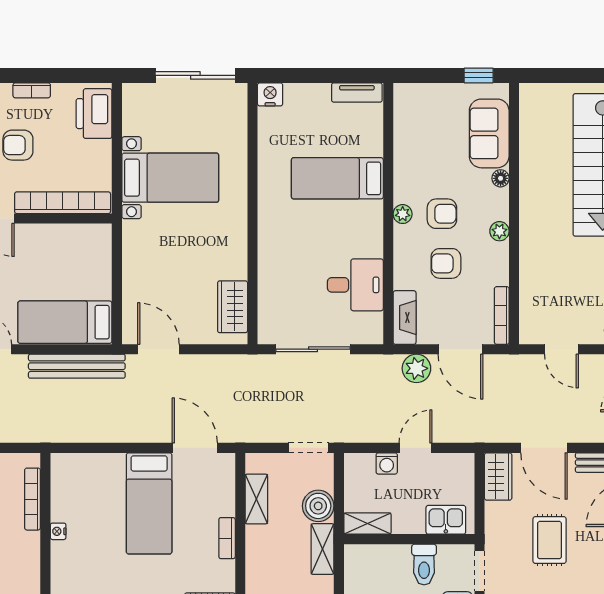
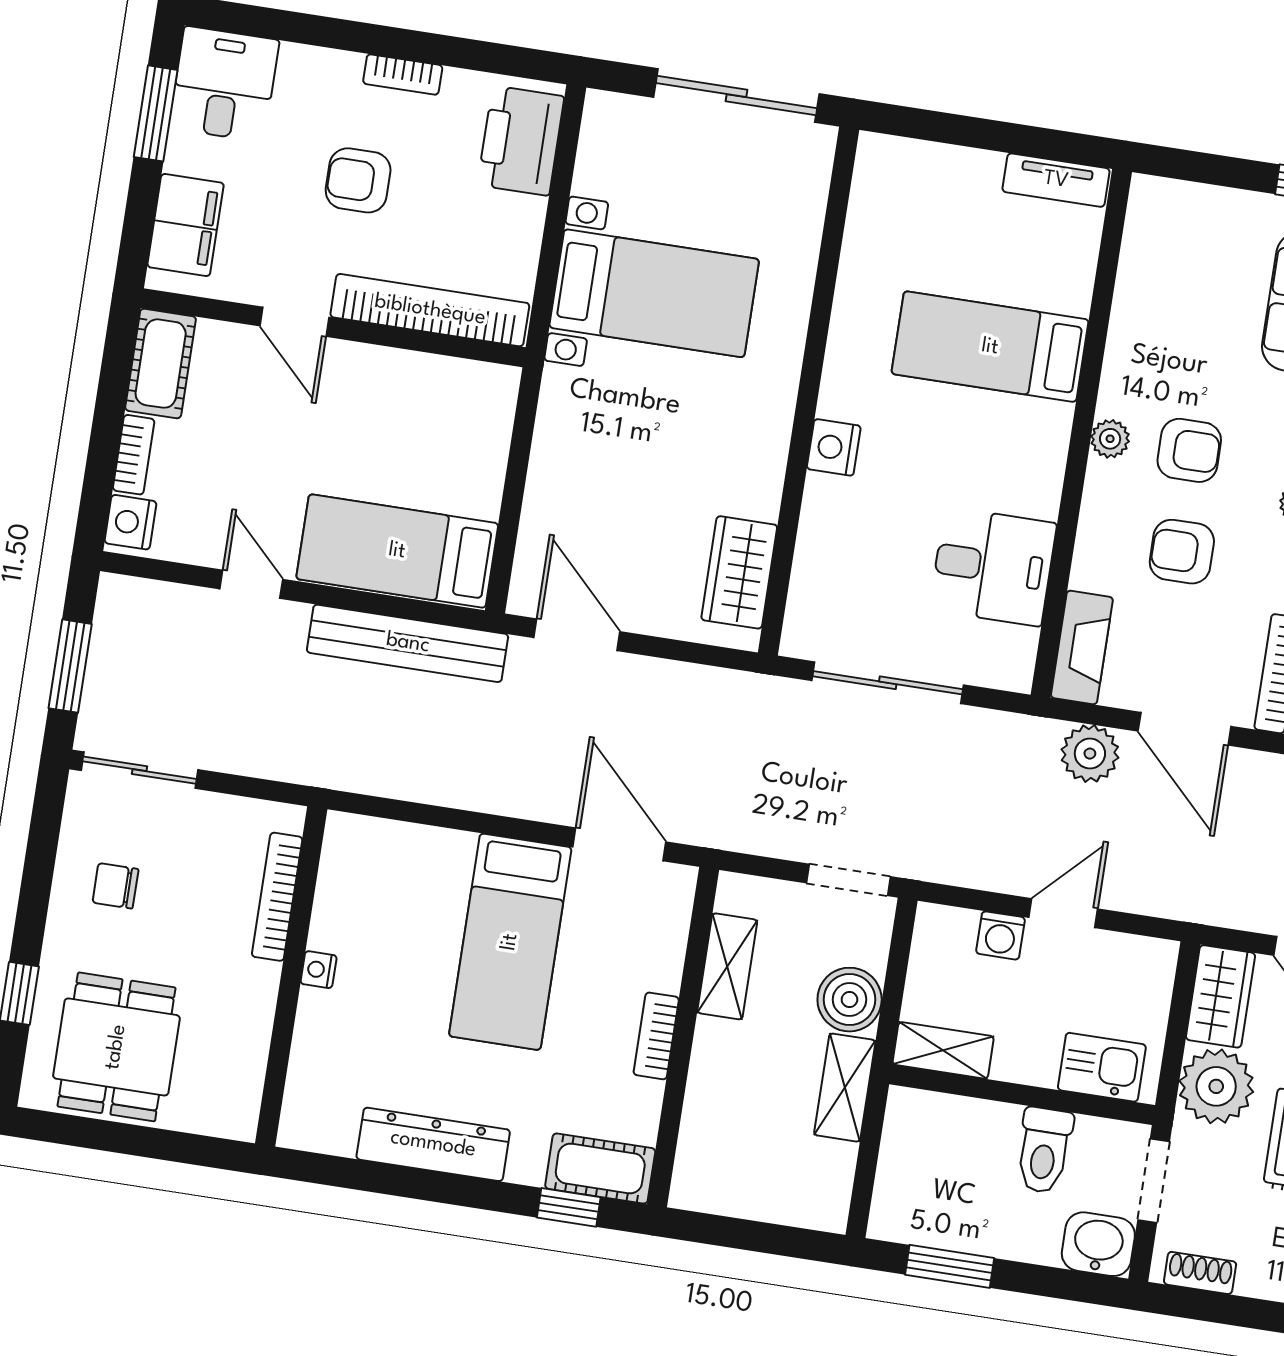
nightstand: (270, 94) -> (834, 447), moved, turned -90
plant: (503, 521) -> (1216, 1086), added

